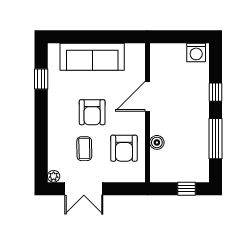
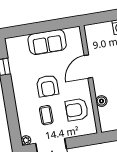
sofa: (92, 57) -> (47, 42), width x0.73
armchair: (124, 148) -> (77, 110), turned 90

